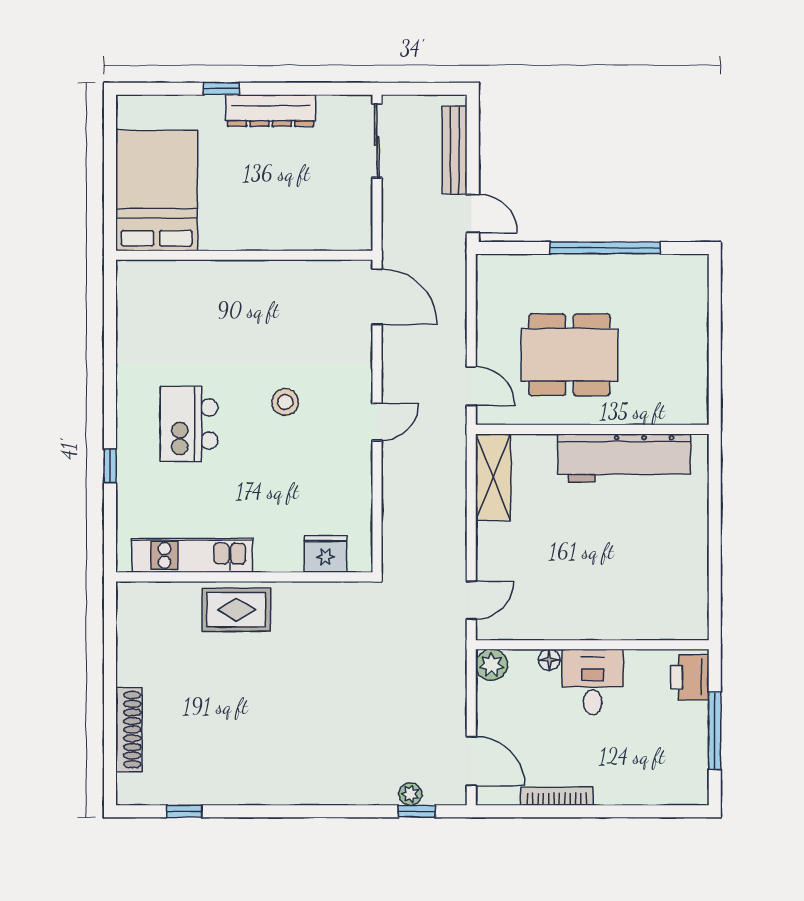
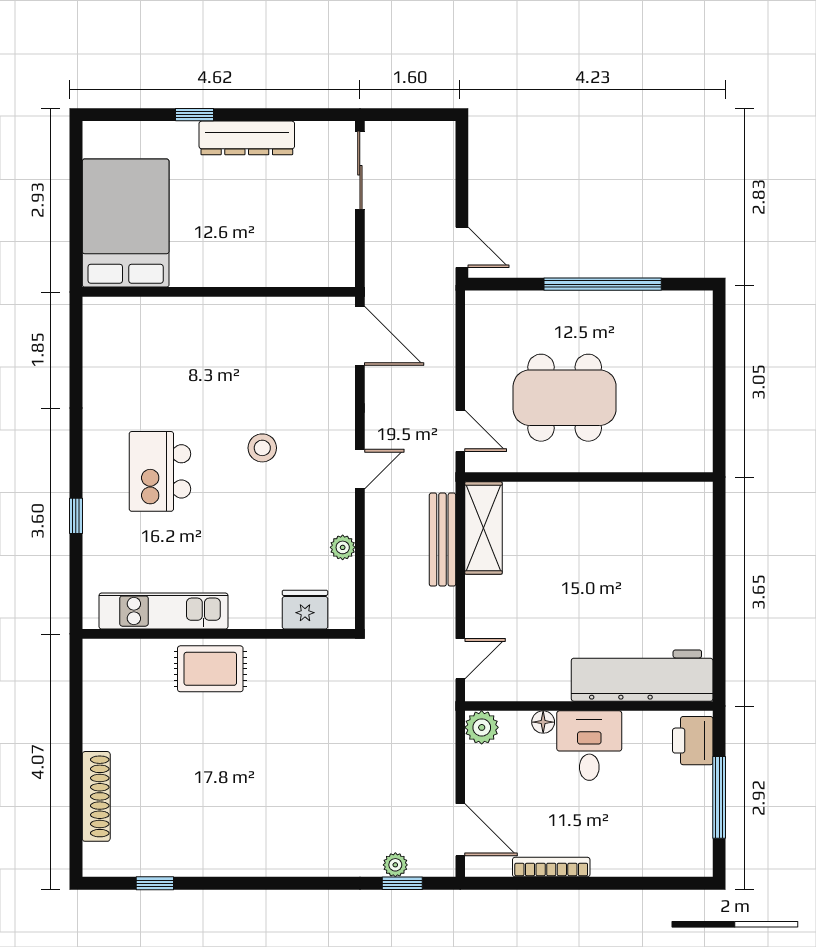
bench: (455, 150) -> (442, 540), moved
workbench: (624, 458) -> (642, 676), moved, turned 180
plant: (361, 496) -> (343, 547), added

